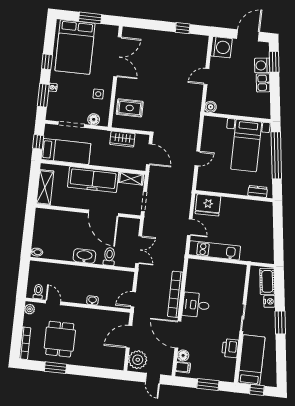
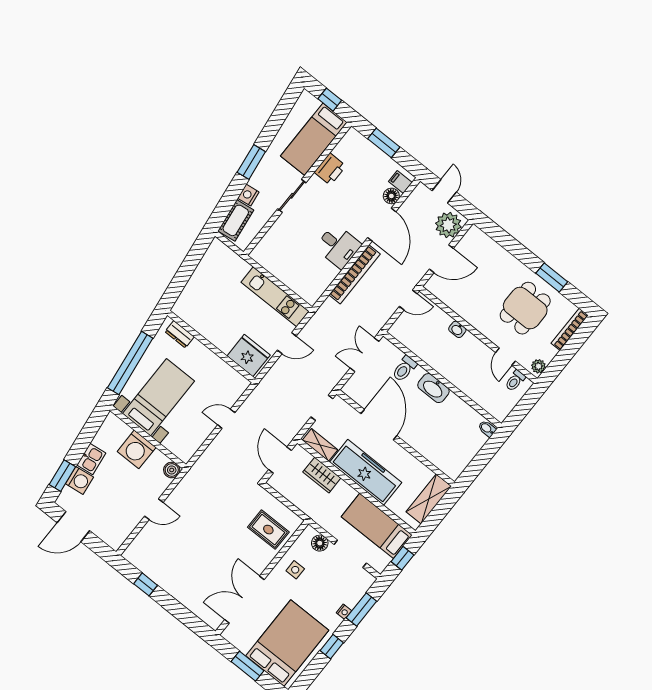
washing machine: (221, 47) -> (137, 449), moved, turned -90
wardrobe: (122, 139) -> (322, 475), moved, turned 180
door: (190, 227) -> (287, 343), swing flipped

